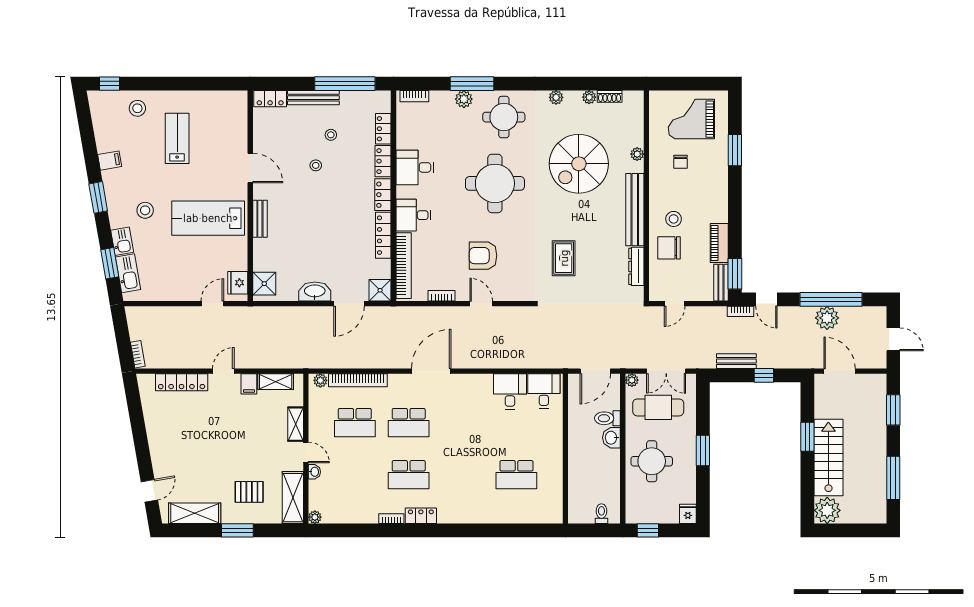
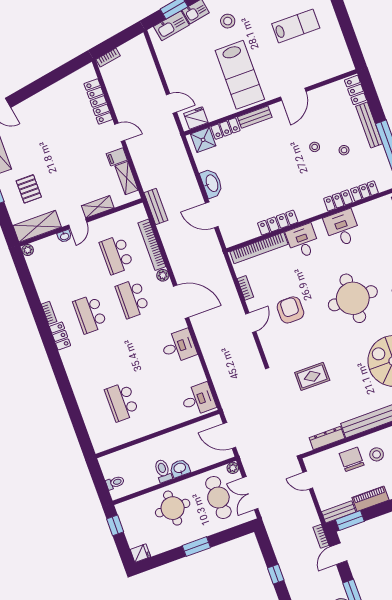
locker: (383, 195) -> (226, 129), moved, turned 180
lab bench: (208, 218) -> (240, 75), turned 180
shower: (380, 290) -> (232, 236), removed
bench: (736, 361) -> (156, 207), moved
plant: (320, 380) -> (163, 275), moved
desk: (510, 391) -> (178, 346), moved
toilet: (607, 418) -> (163, 471), moved

